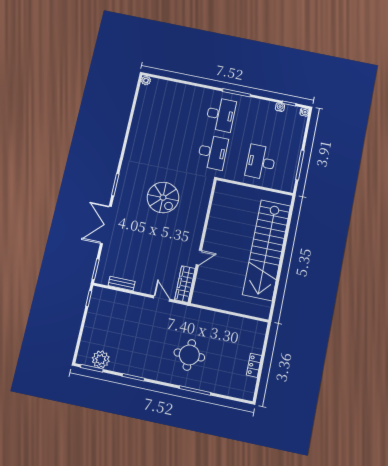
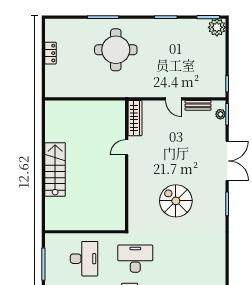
desk: (213, 152) -> (135, 259), turned 90
stairs: (267, 250) -> (55, 170), width x0.54, depth x0.66
plant: (102, 271) -> (220, 114), added
door: (162, 299) -> (174, 99), moved
round table: (189, 355) -> (116, 50), width x1.36, depth x1.36
plant: (101, 359) -> (217, 27), moved

